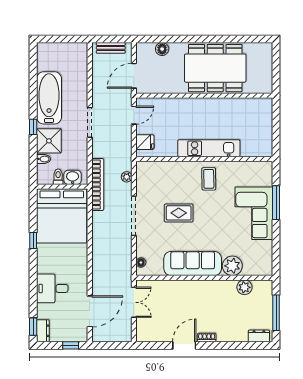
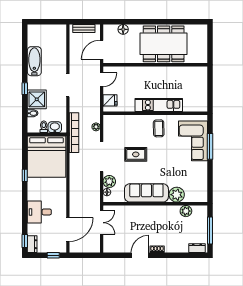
bathtub: (49, 98) -> (34, 61), width x0.73, depth x0.73
corner sofa: (254, 213) -> (193, 141), moved
plant: (144, 248) -> (109, 181), added

